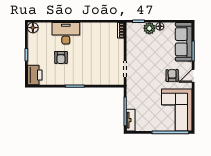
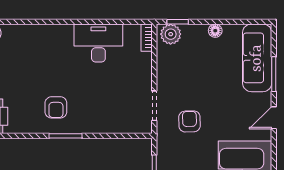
plant: (149, 28) -> (171, 34), moved
desk: (66, 33) -> (98, 43), moved
armchair: (61, 57) -> (56, 107), moved
armchair: (172, 76) -> (189, 121), moved

